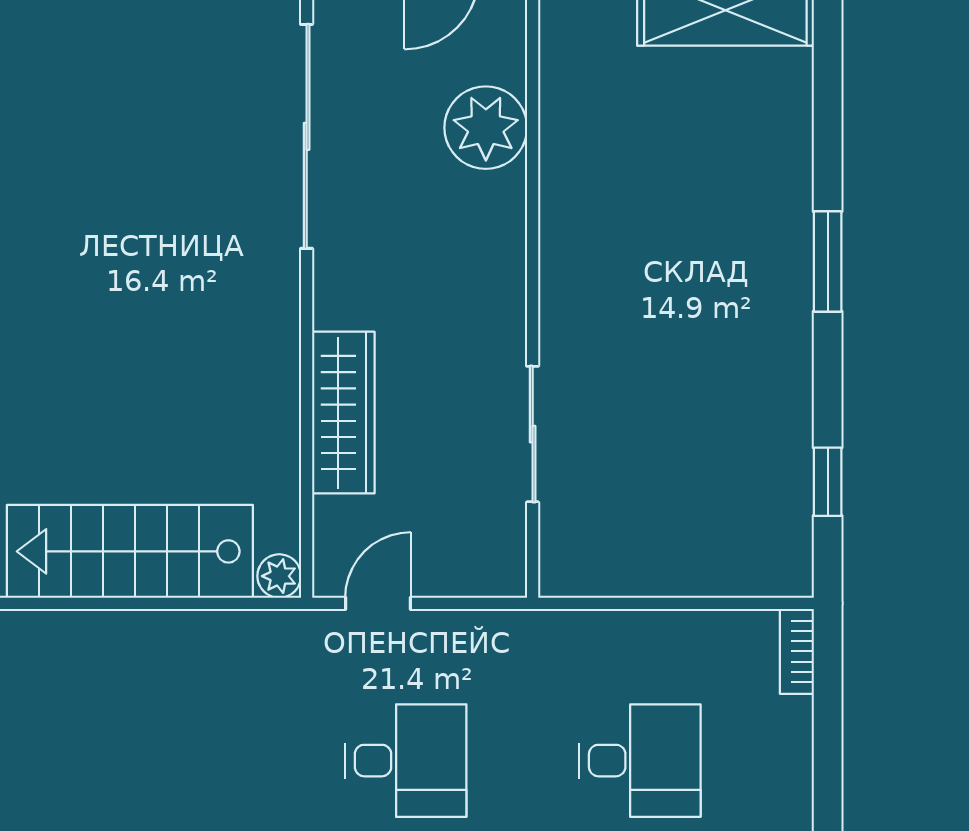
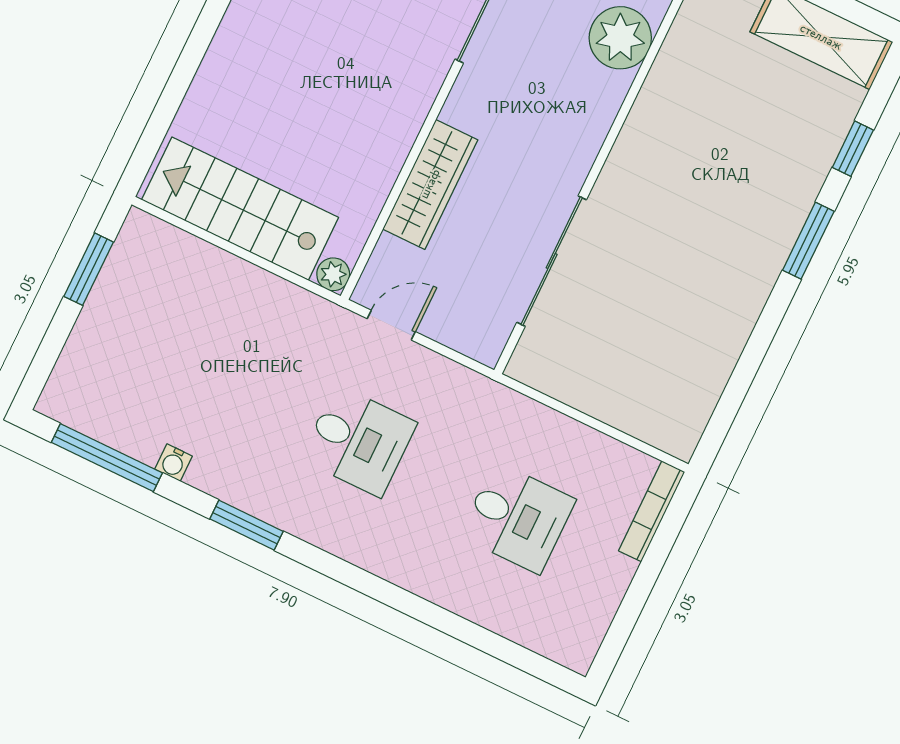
sliding door: (533, 434) -> (552, 261), width x1.37
window: (828, 482) -> (853, 149), moved
bookcase: (797, 651) -> (652, 511), width x1.56

